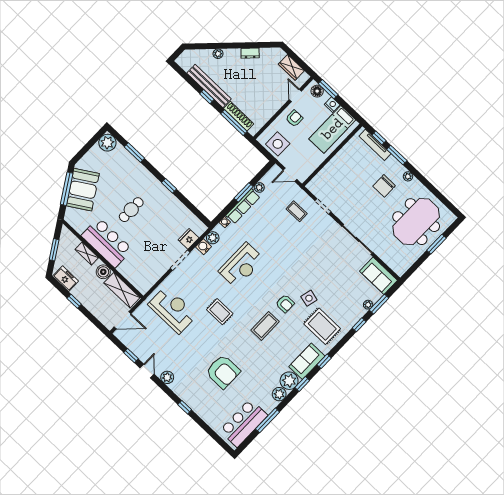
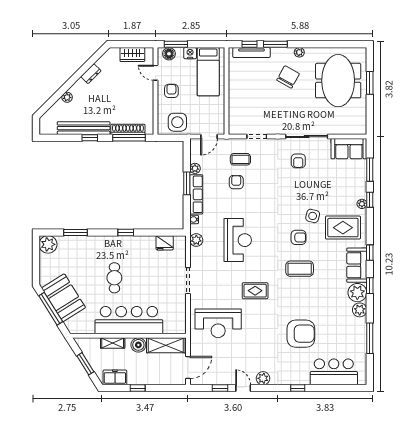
chair: (384, 186) -> (288, 77), turned -151
armchair: (279, 224) -> (236, 182), added
fridge: (188, 239) -> (165, 243), moved, turned -90
bar counter: (107, 243) -> (129, 320), width x1.36
water cooler: (203, 247) -> (196, 253), removed
armchair: (336, 251) -> (298, 161), added
plant: (368, 305) -> (362, 204), moved
reception desk: (173, 310) -> (218, 323), turned 180
coffee table: (265, 326) -> (300, 269), turned 90
bar counter: (244, 423) -> (334, 372), moved, turned 90

